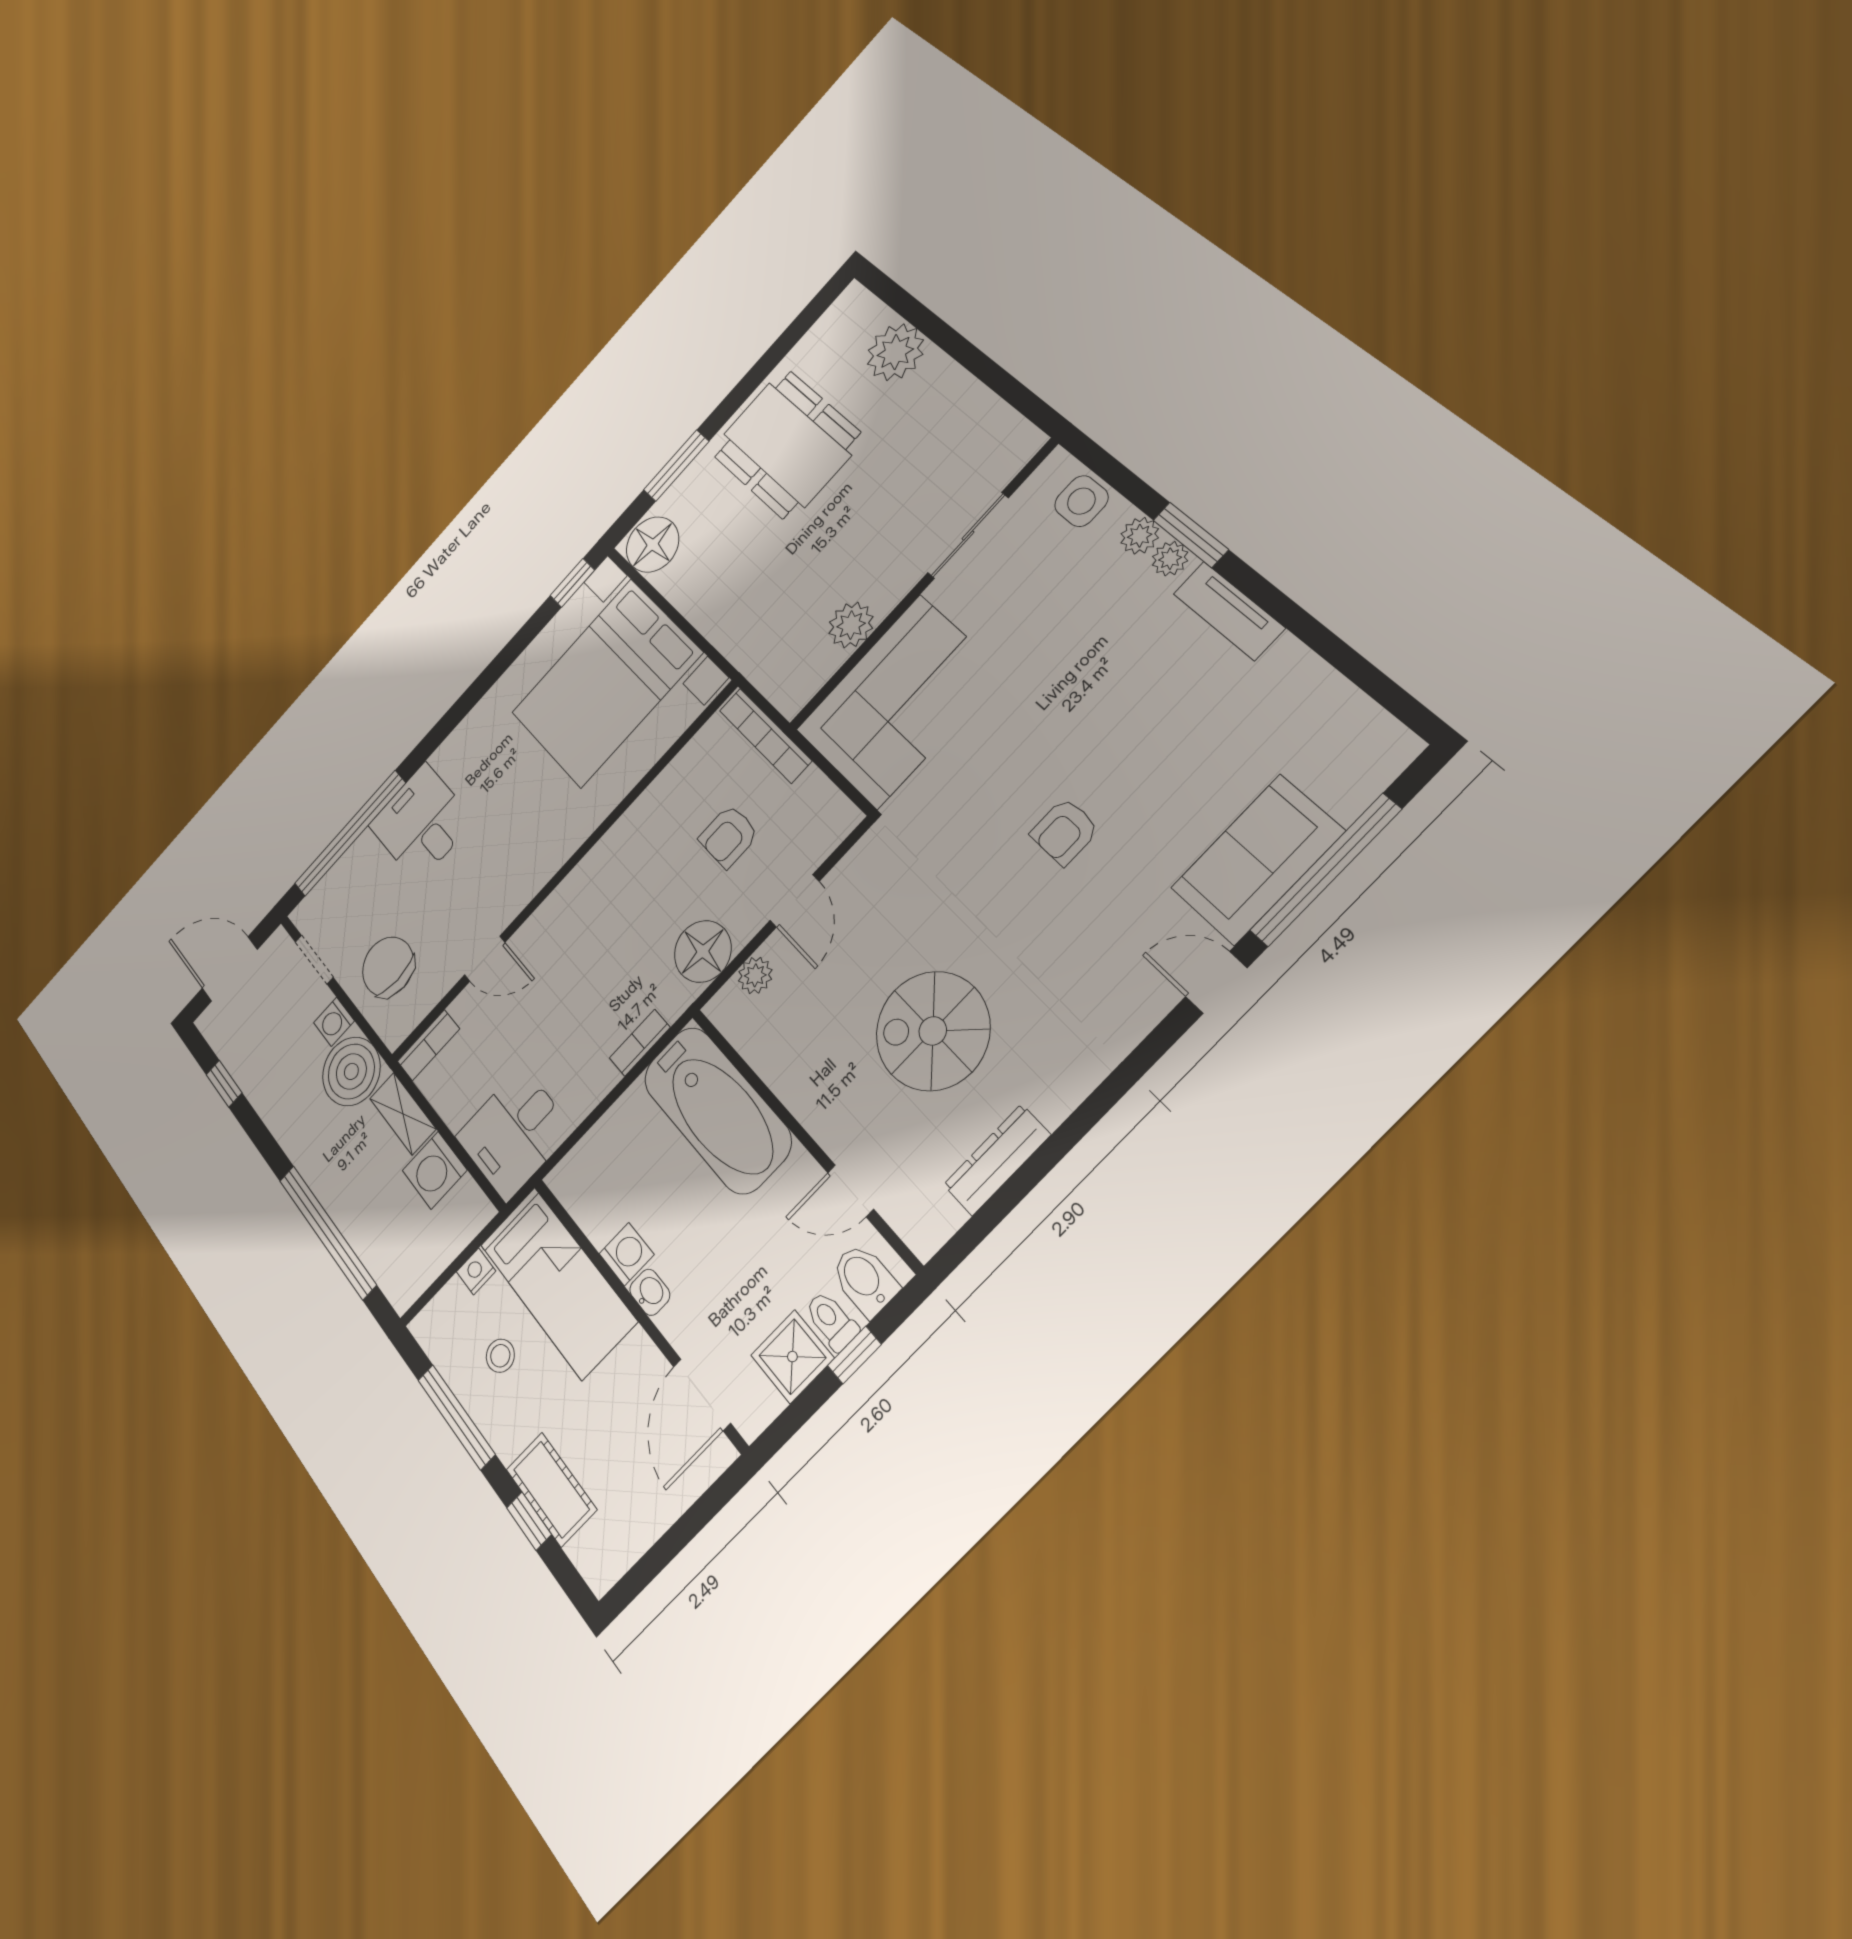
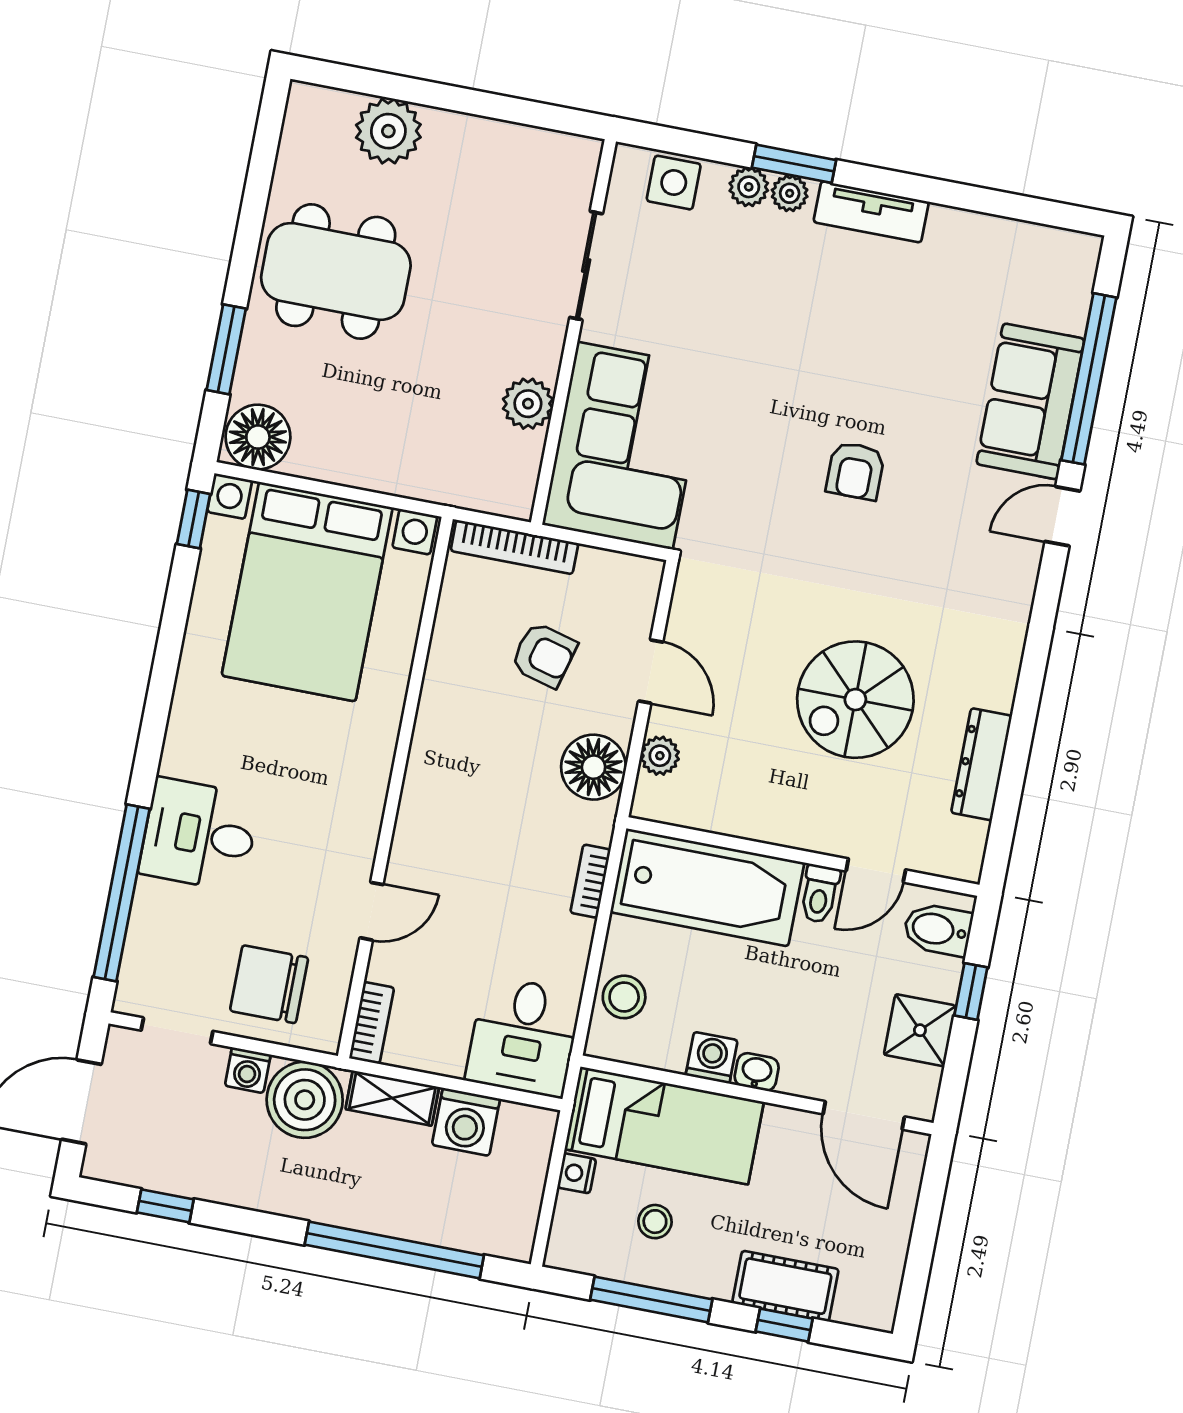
armchair: (729, 836) -> (544, 655), turned -75
stool: (600, 1155) -> (624, 997), added
toilet: (831, 1321) -> (820, 894), moved, turned -90

